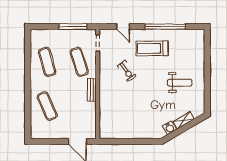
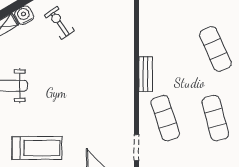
treadmill: (152, 48) -> (37, 148), moved
exercise bike: (127, 71) -> (59, 23), moved

